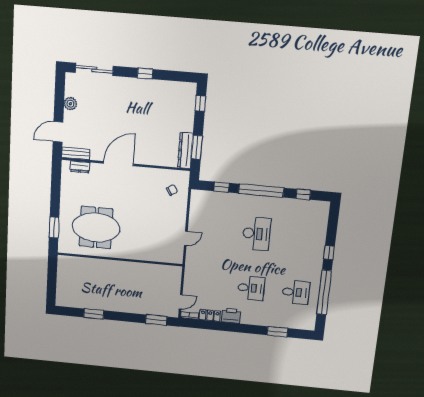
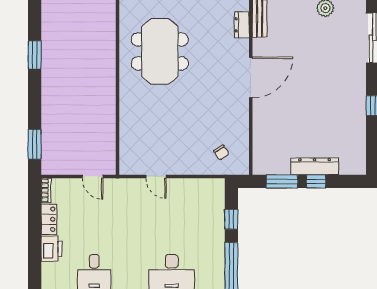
window: (200, 103) -> (316, 181), moved
dresser: (185, 150) -> (315, 166), moved
door: (118, 164) -> (251, 77), hinge flipped
door: (181, 302) -> (93, 177), moved

